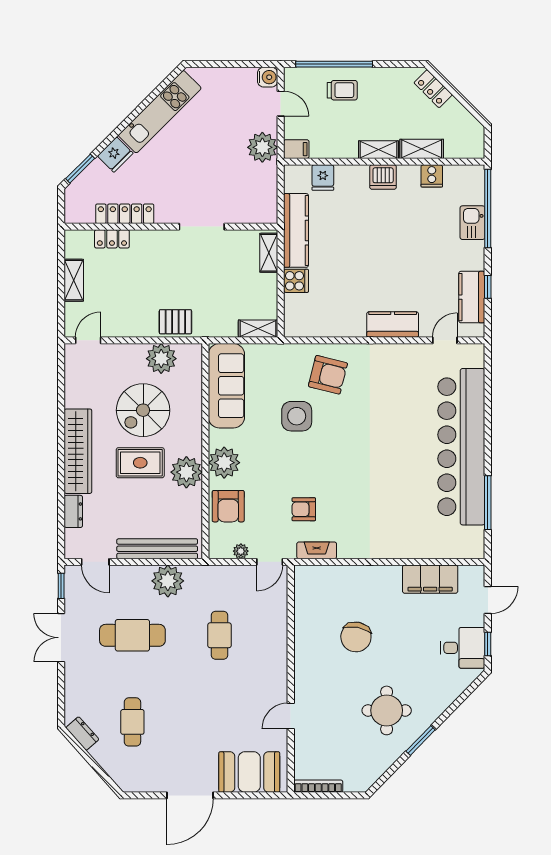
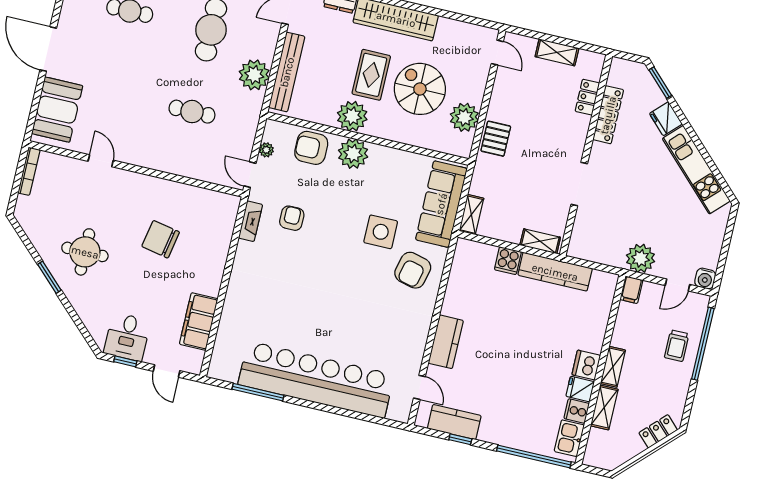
fridge: (323, 178) -> (580, 389), moved
kitchen sink: (472, 223) -> (569, 438), moved, turned -90
sofa: (226, 386) -> (441, 204), moved, turned 90

